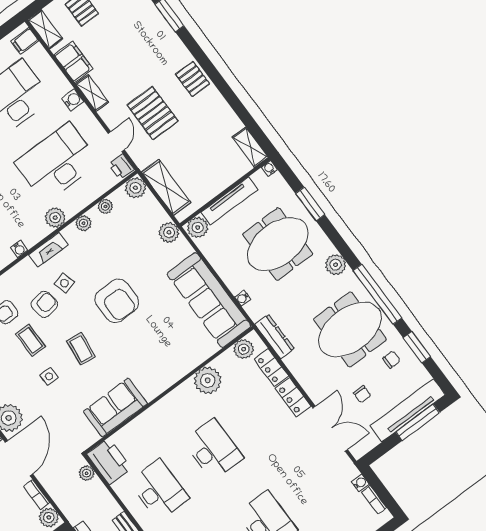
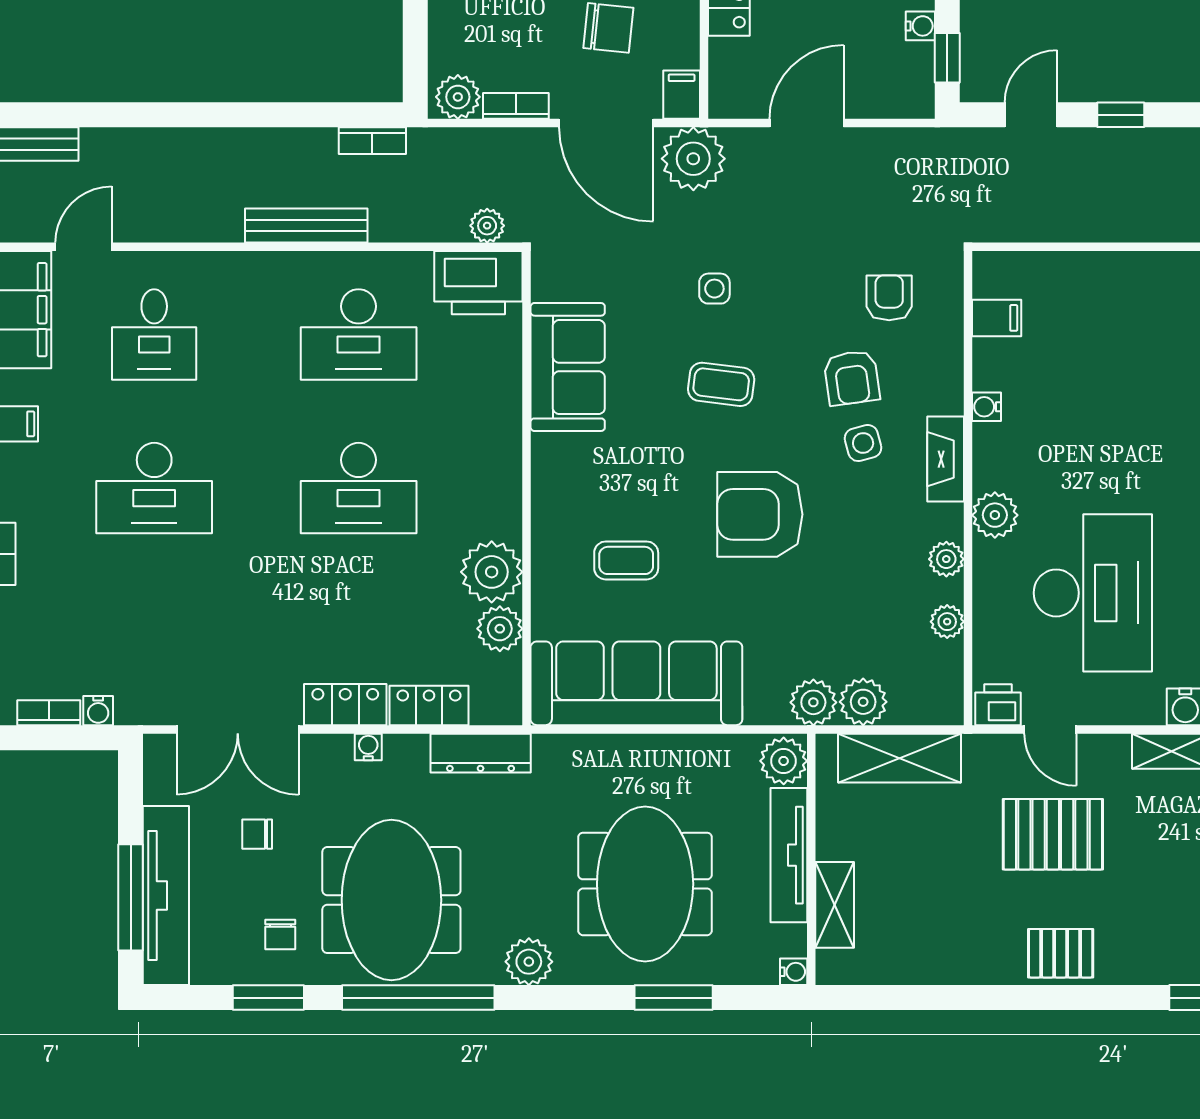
shelving: (250, 147) -> (835, 905), moved, turned 90
plant: (135, 188) -> (863, 702), moved
water cooler: (243, 298) -> (368, 747), moved
coffee table: (30, 340) -> (626, 560), moved
plant: (244, 349) -> (500, 629), moved

